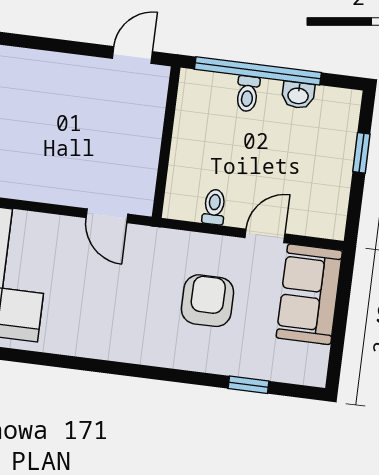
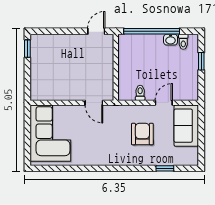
toilet: (248, 94) -> (183, 42), moved

